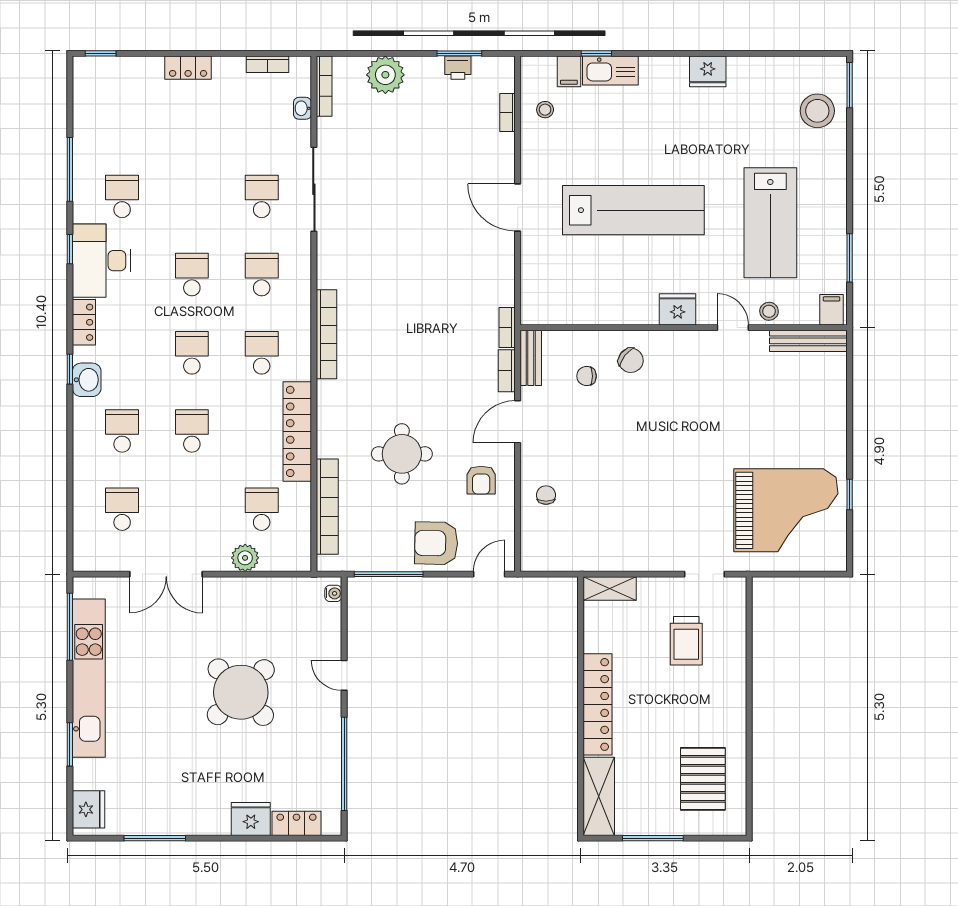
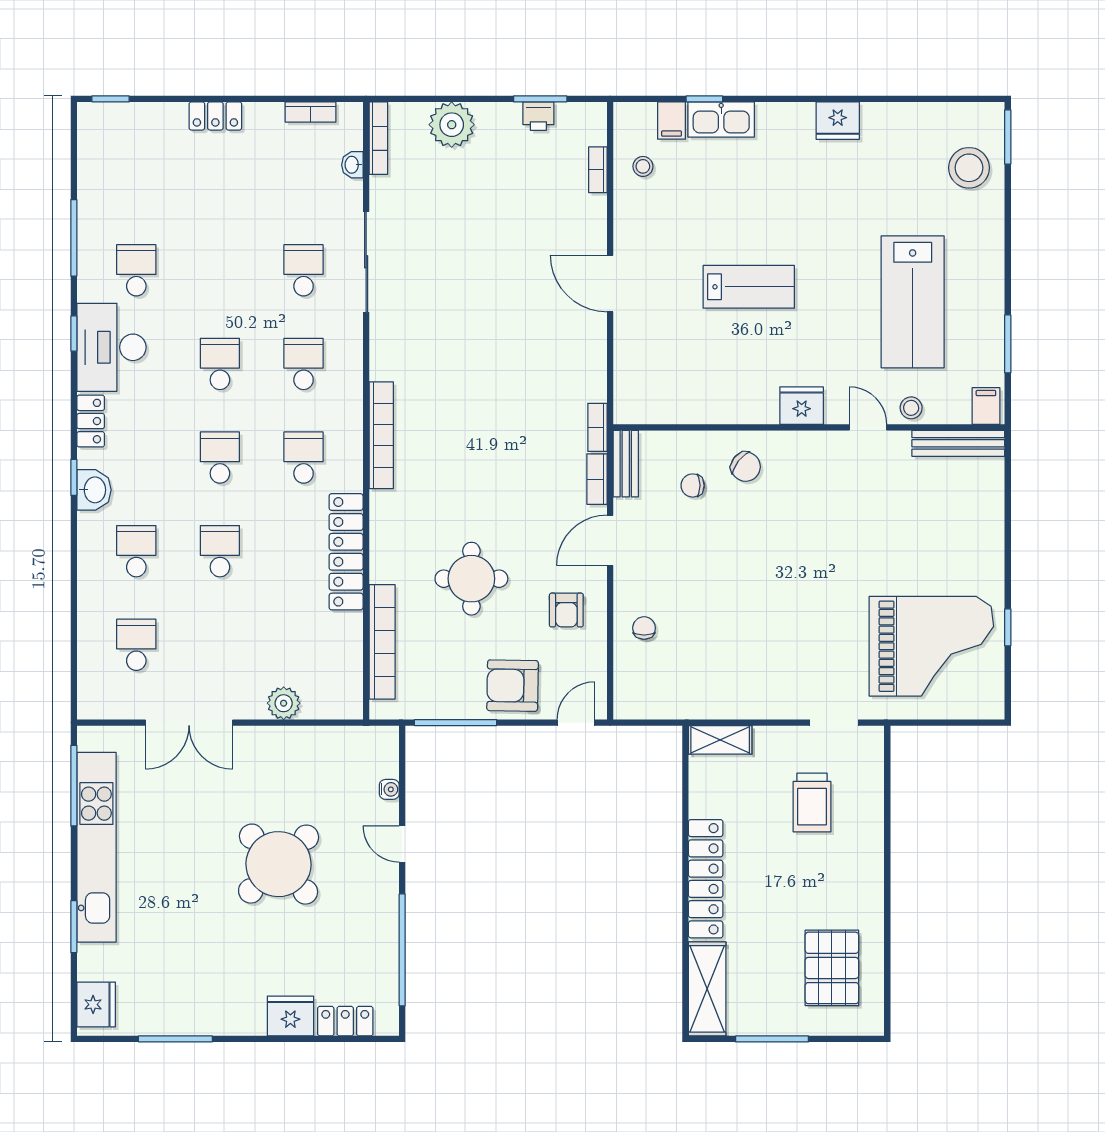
lab bench: (633, 210) -> (749, 287), width x0.54, depth x0.72
school desk: (262, 509) -> (304, 645), removed
water cooler: (333, 593) -> (389, 789), moved

